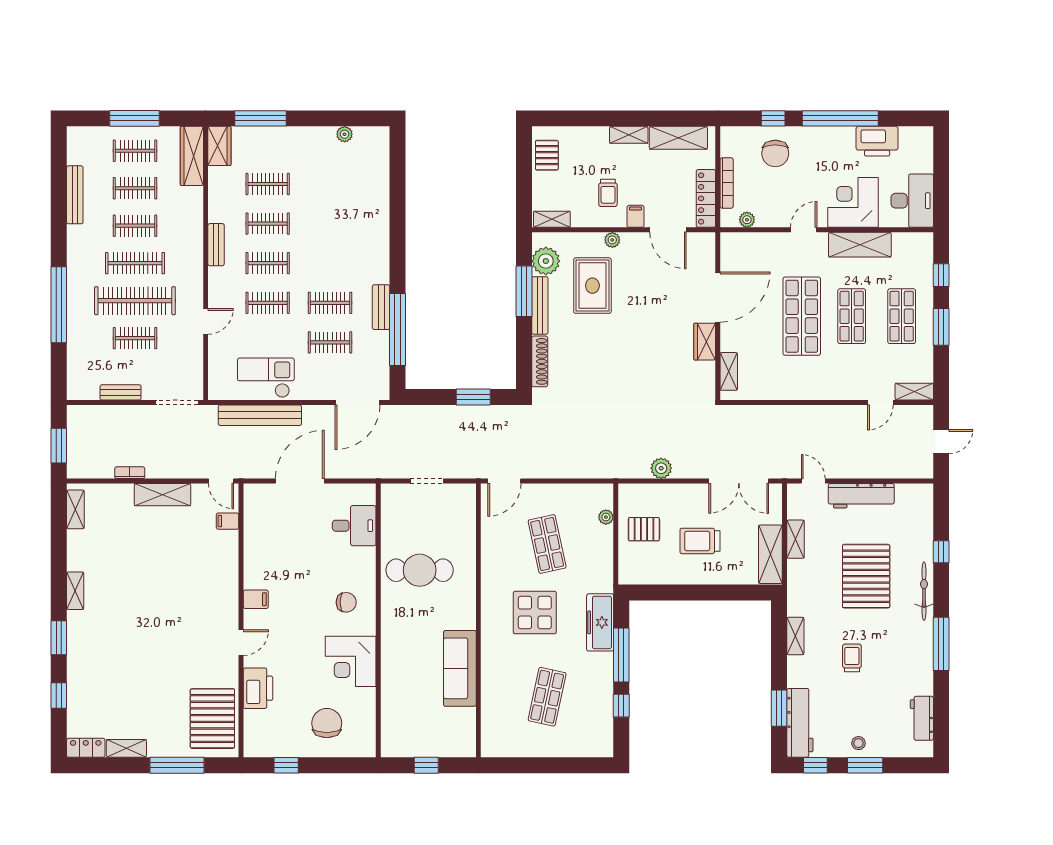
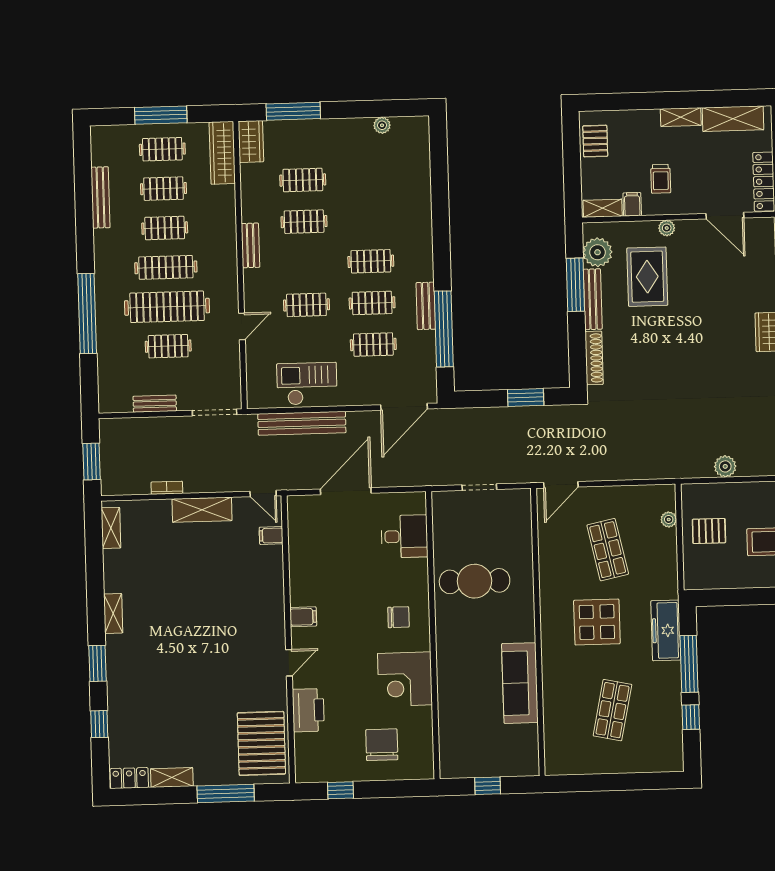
filing cabinet: (636, 216) -> (632, 204), moved
clothes rail: (268, 263) -> (371, 261), moved

